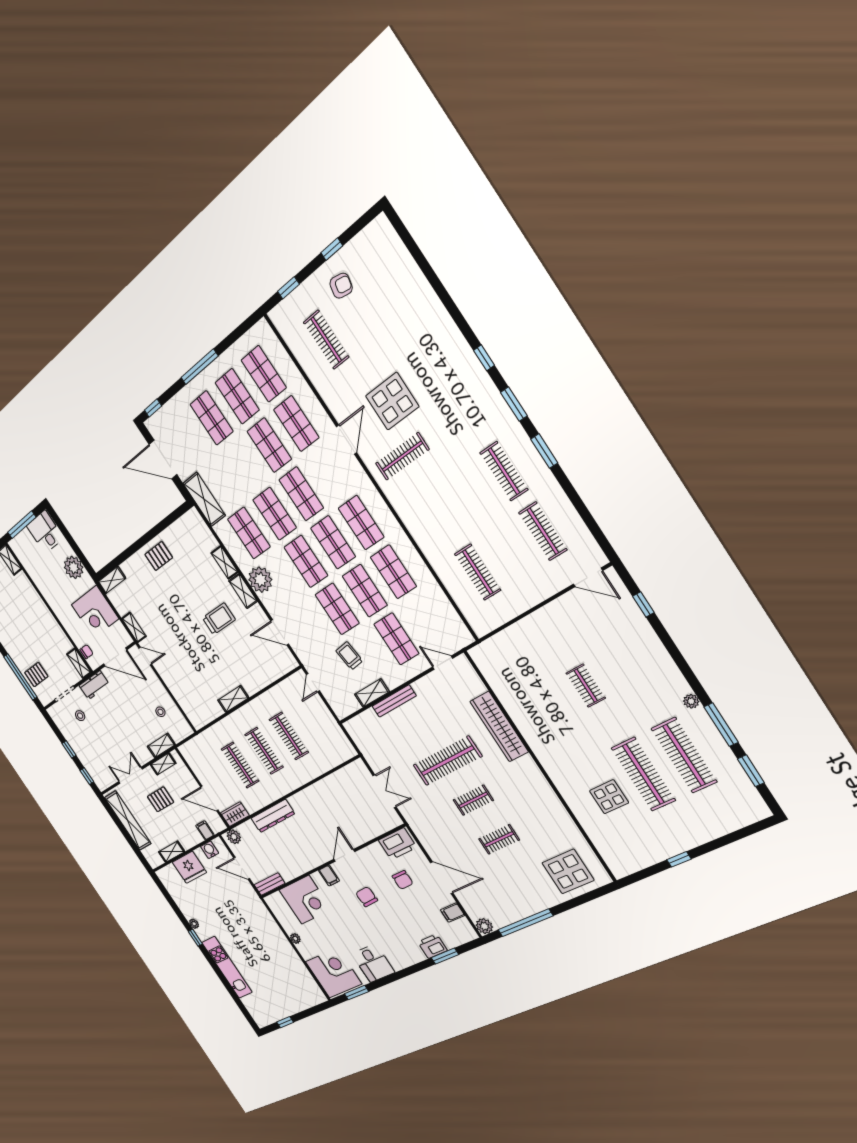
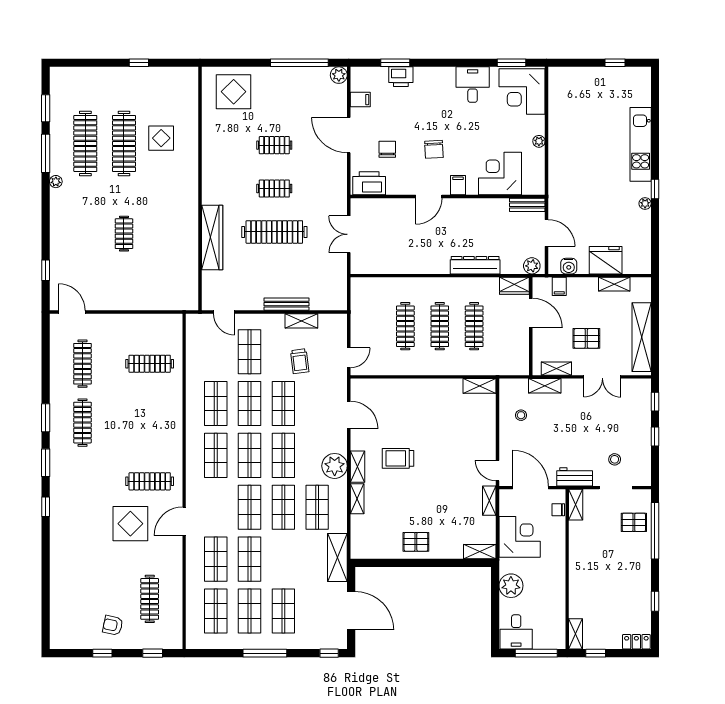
clothes rail: (478, 572) -> (150, 364), turned 90
shelving: (233, 699) -> (479, 386), moved

